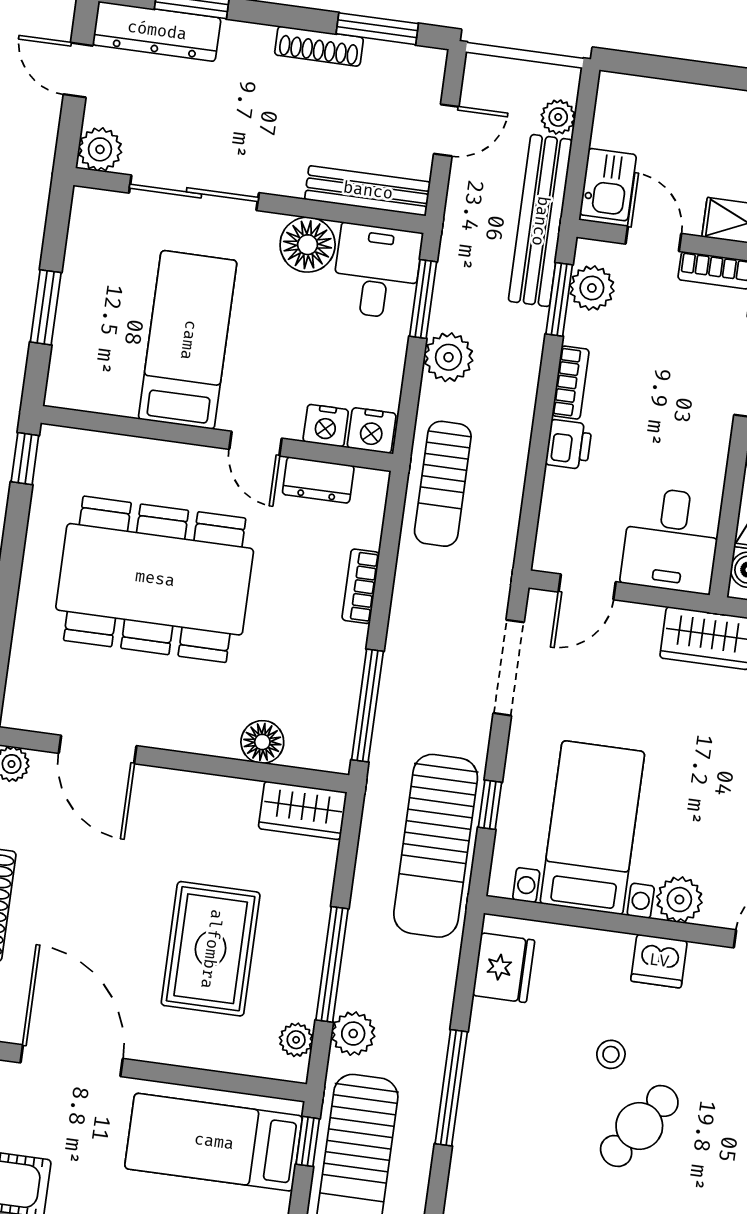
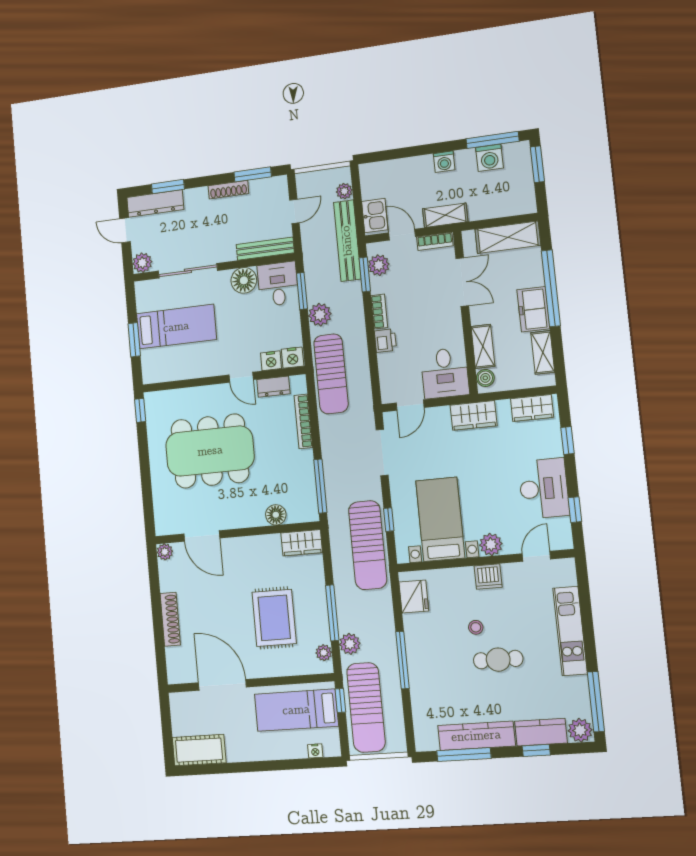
bed: (188, 340) -> (176, 327), moved, turned 90
sun lounger: (443, 484) -> (331, 374), width x1.36, depth x1.34
bookcase: (361, 586) -> (303, 421), width x1.56
cafe table: (639, 1126) -> (498, 660), turned 55

